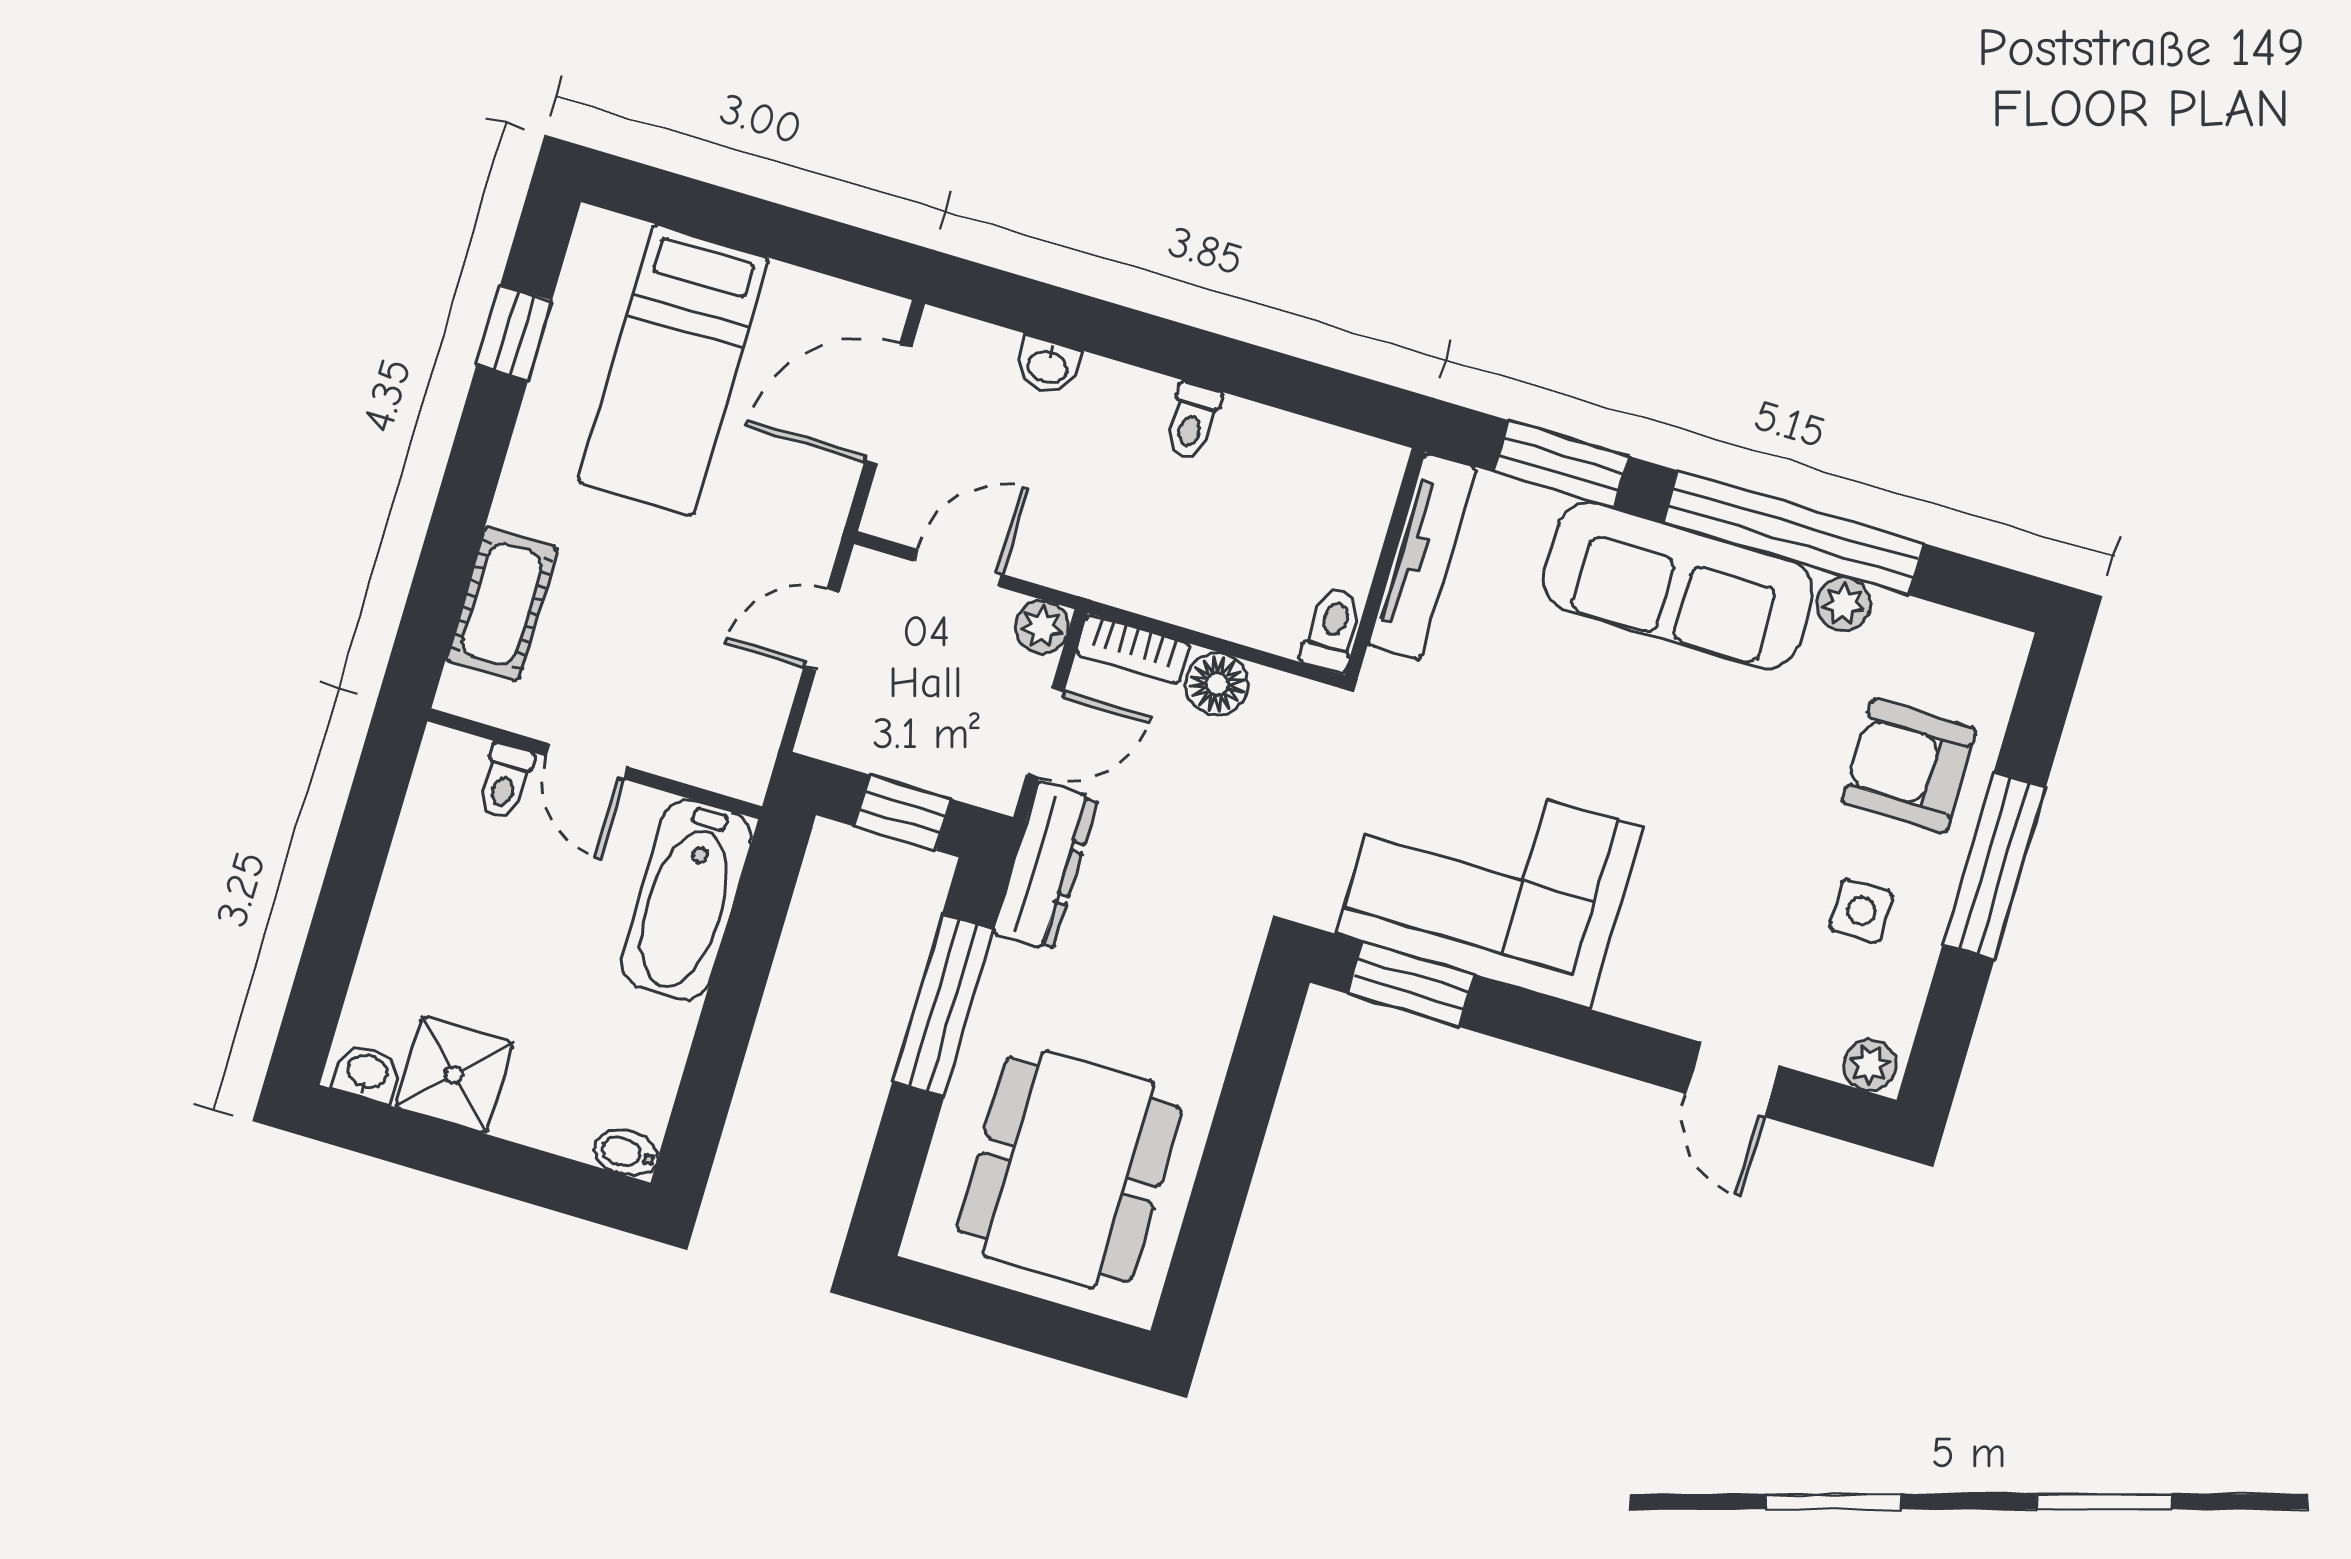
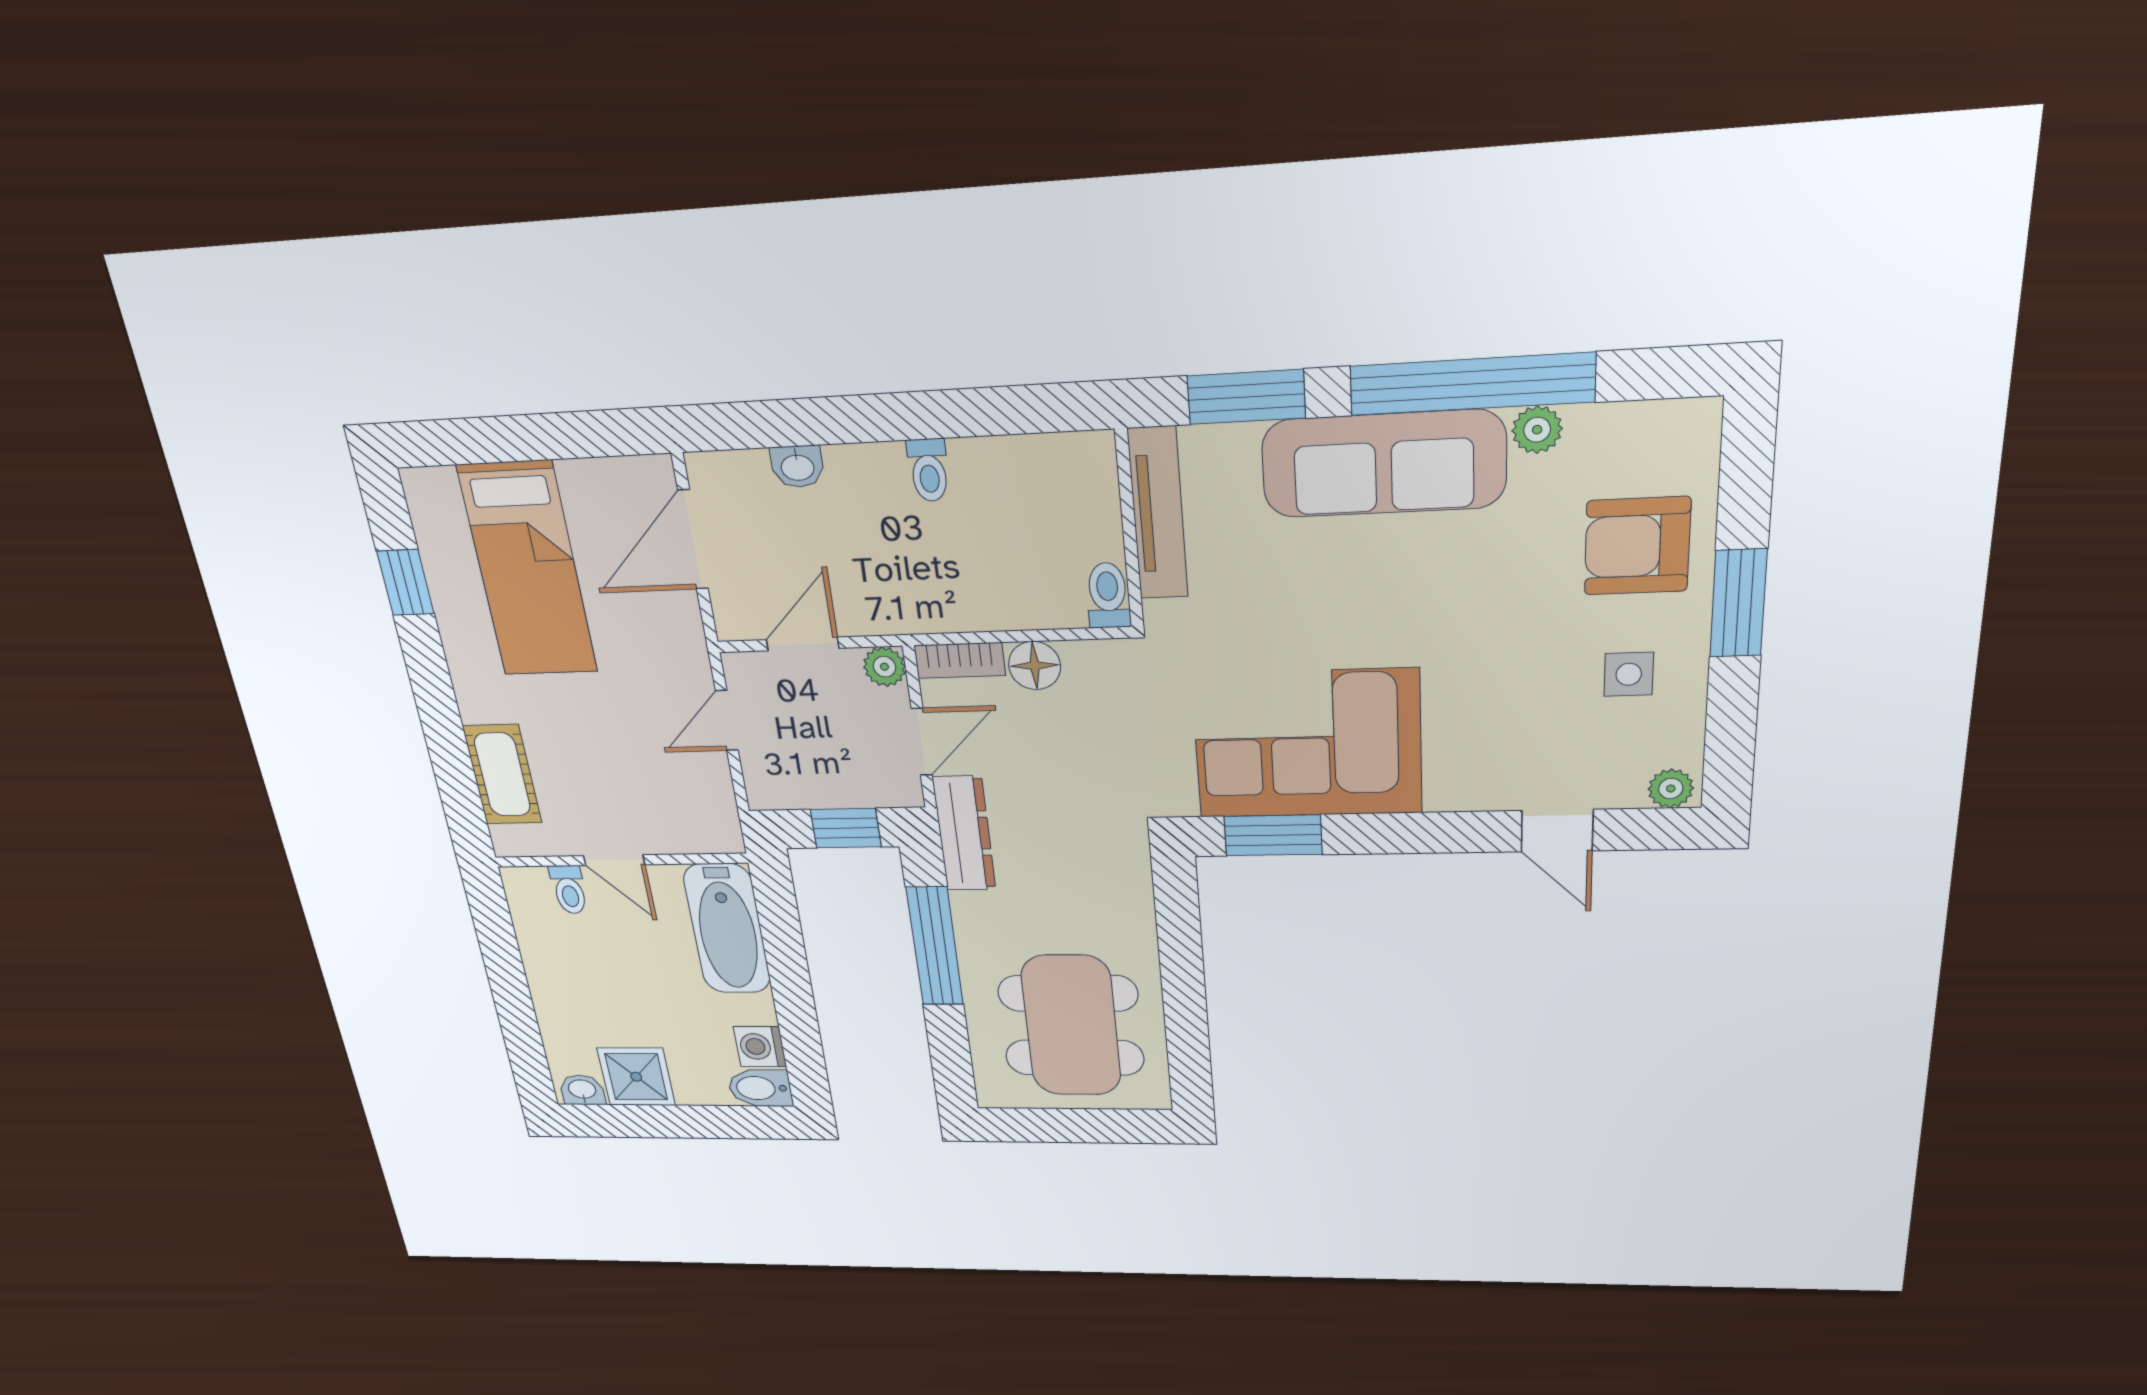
window: (1994, 866) -> (1738, 603), width x0.69
washing machine: (648, 1080) -> (760, 1046), added
bidet: (626, 1153) -> (760, 1088), width x1.38, depth x1.36

